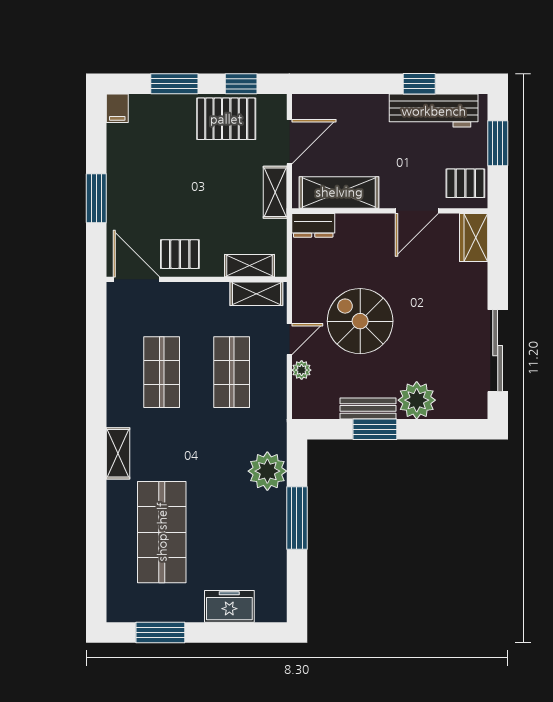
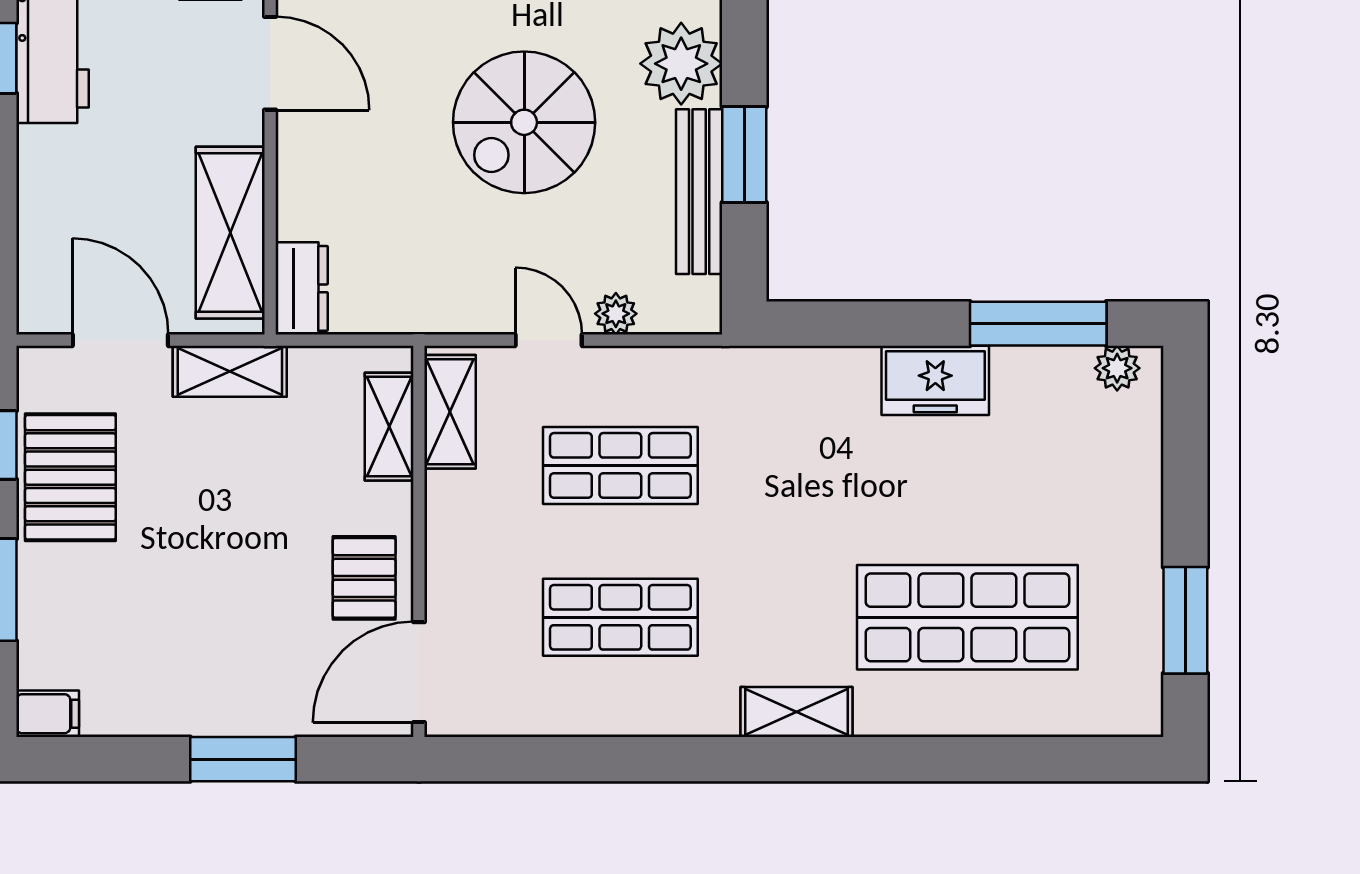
spiral stairs: (360, 321) -> (524, 122), moved
bench: (368, 408) -> (699, 192), width x1.36
plant: (267, 471) -> (1117, 368), moved, width x0.53, depth x0.53
window: (297, 518) -> (1038, 324), moved
freezer: (229, 606) -> (935, 380), moved, turned -90

